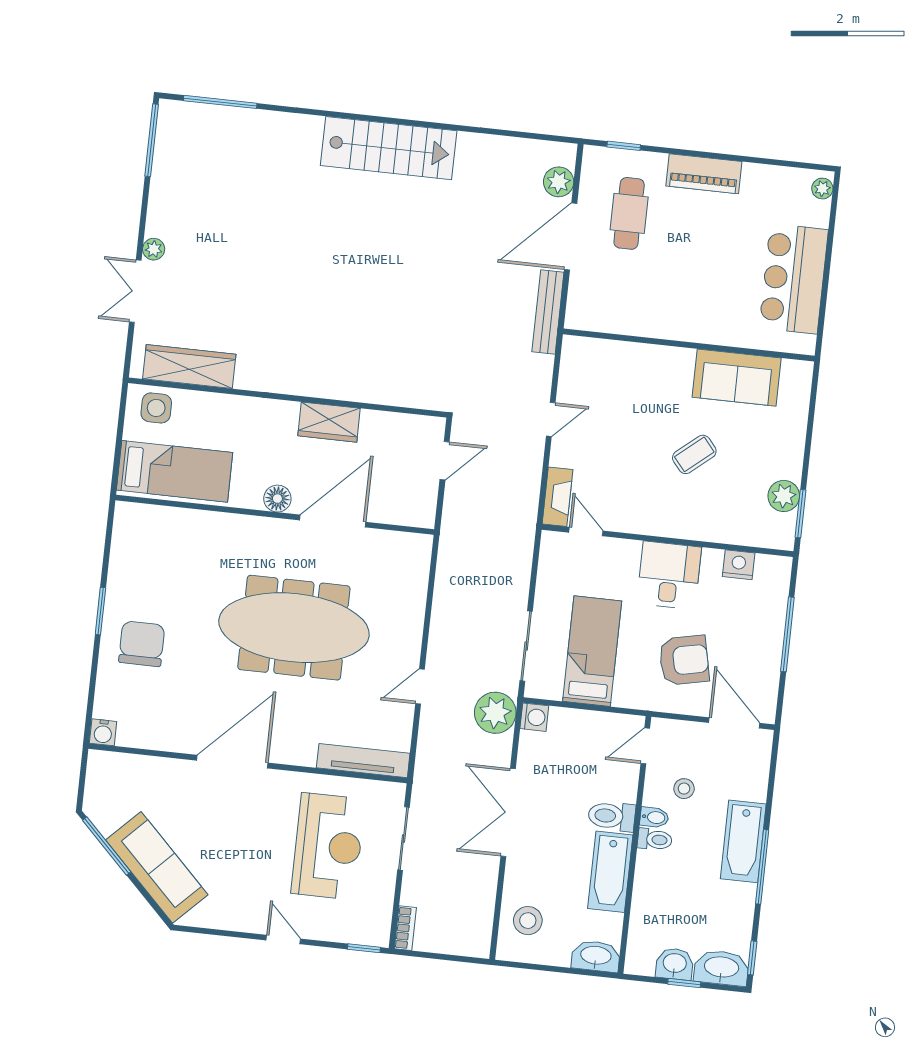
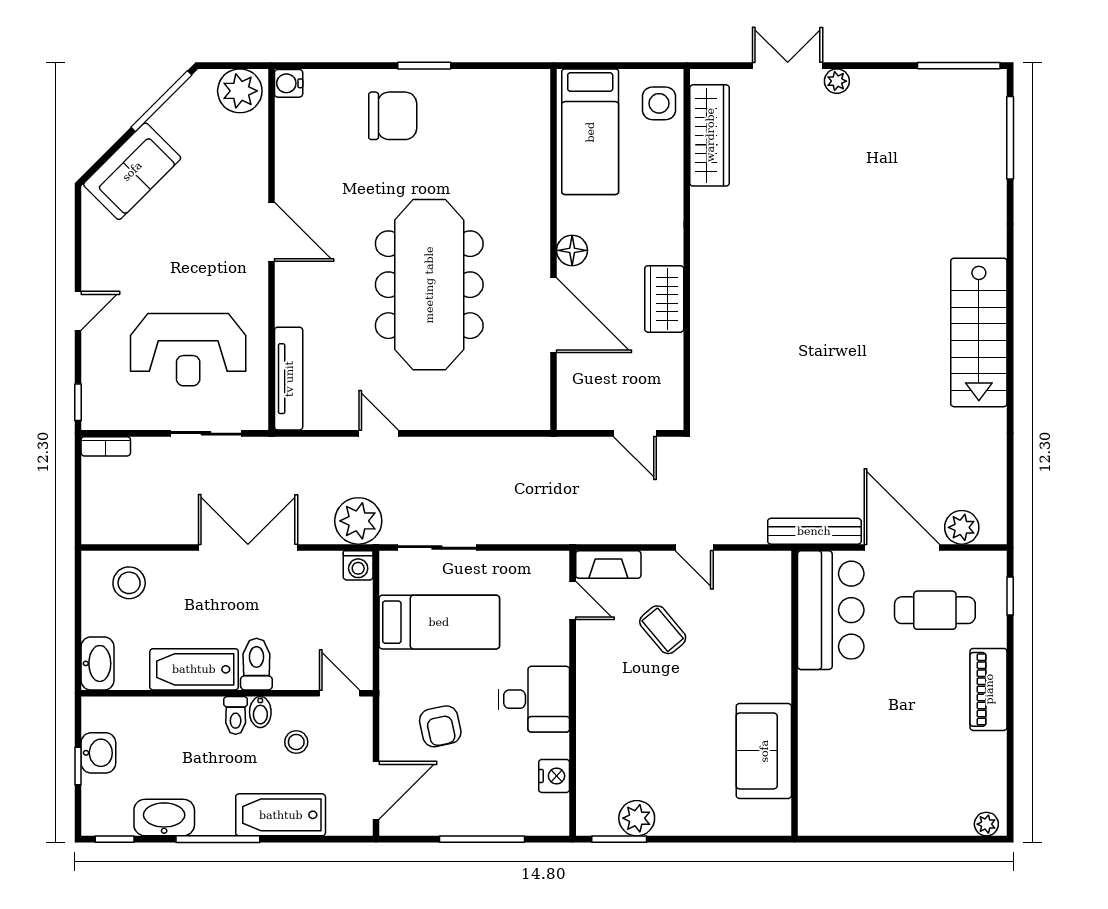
bar counter: (794, 279) -> (831, 610), moved, turned 90
coffee table: (694, 454) -> (663, 630), moved
door: (586, 532) -> (573, 601), hinge flipped
armchair: (684, 660) -> (440, 726), width x0.72, depth x0.72
door: (232, 762) -> (271, 232), width x0.73
plant: (105, 776) -> (240, 91), added
bathtub: (743, 841) -> (281, 815), moved
sofa: (157, 867) -> (132, 171), width x0.73
washbasin: (721, 968) -> (164, 818), moved, turned -90

